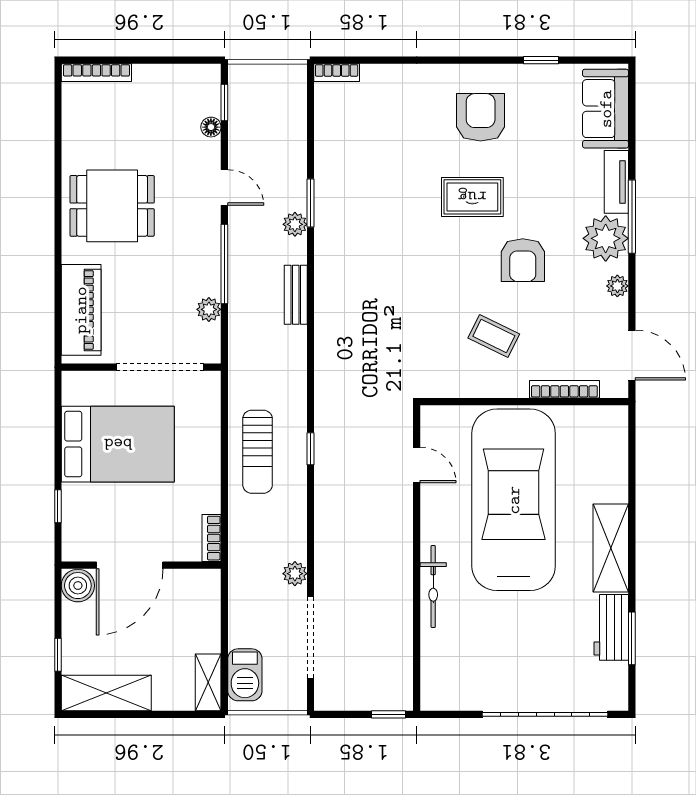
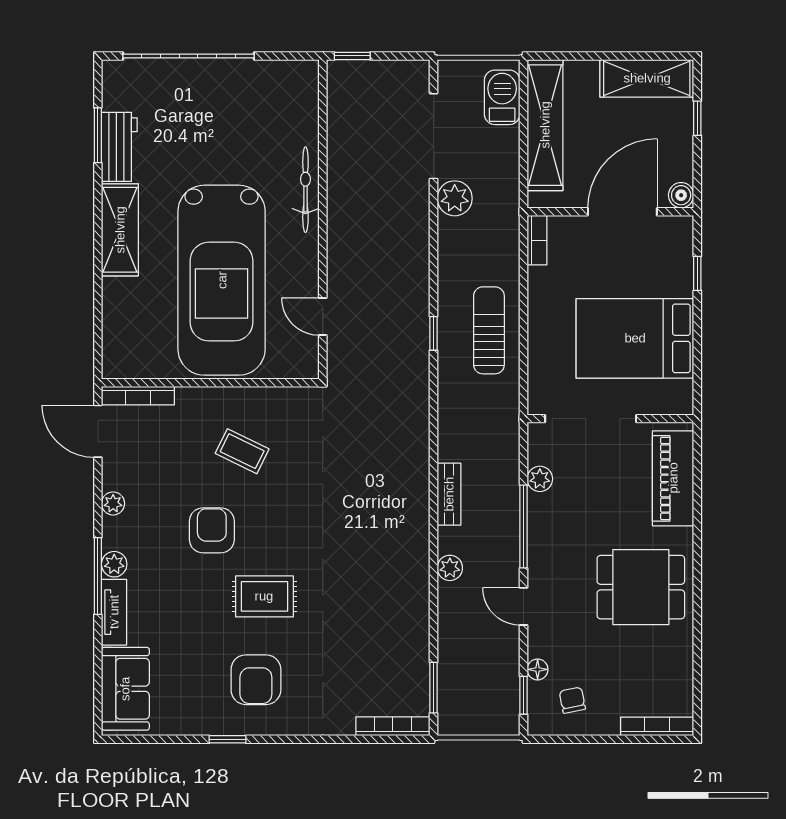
window: (541, 60) -> (227, 739), moved
bookcase: (337, 73) -> (393, 726), width x1.56
chair: (178, 98) -> (572, 700), added
window: (310, 203) -> (434, 688), moved
plant: (606, 238) -> (114, 564), width x0.53, depth x0.53
bookcase: (564, 389) -> (138, 396), moved
plant: (295, 574) -> (455, 198), width x1.38, depth x1.38
boiler: (78, 586) -> (681, 195), width x0.73, depth x0.73
shelving: (208, 682) -> (545, 125), width x2.20, depth x1.33

